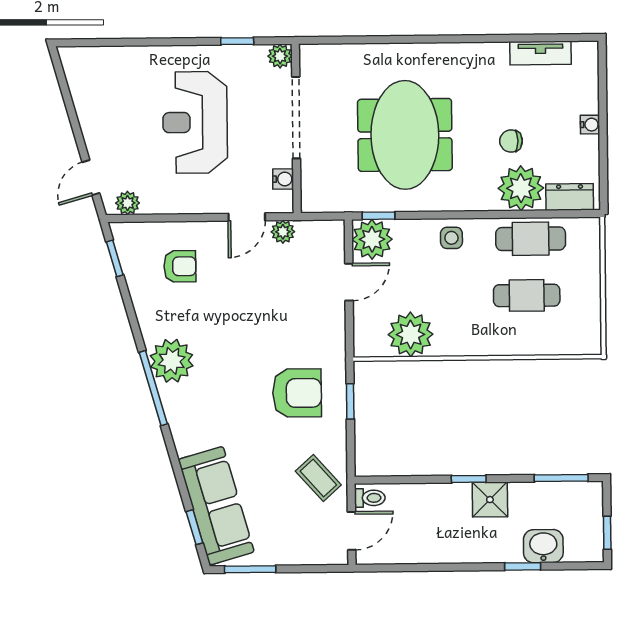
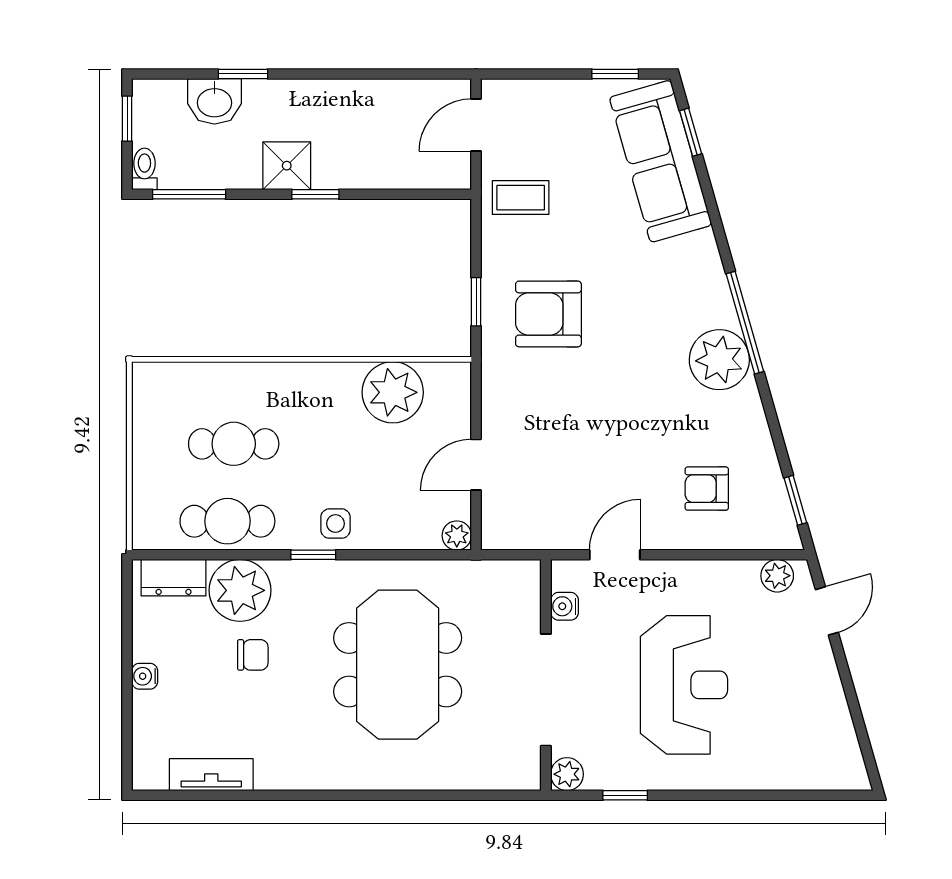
window: (379, 216) -> (313, 555), moved
plant: (283, 232) -> (566, 534), removed
plant: (372, 239) -> (457, 536), width x0.53, depth x0.53
coffee table: (318, 478) -> (521, 198), turned -48
toilet: (370, 498) -> (144, 169), moved, turned 90
window: (250, 569) -> (615, 74), width x0.67

